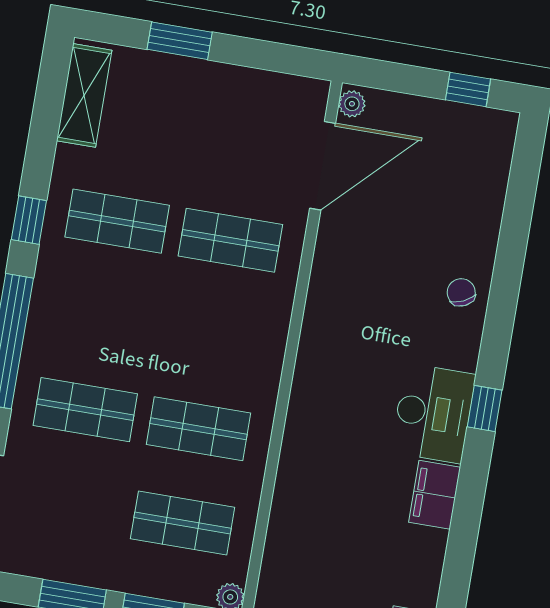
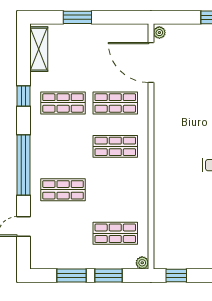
door: (323, 166) -> (151, 63), swing flipped
window: (29, 220) -> (23, 96), moved
shop shelf: (198, 429) -> (115, 146), moved

